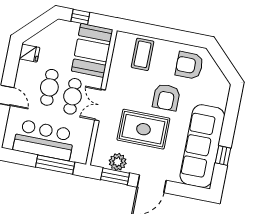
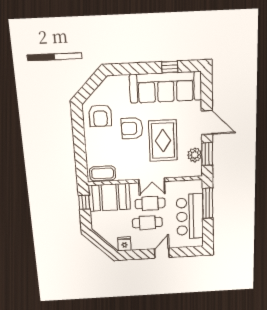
window: (80, 17) -> (84, 202), moved
coffee table: (143, 54) -> (103, 173), moved
armchair: (166, 97) -> (132, 128), turned 180

